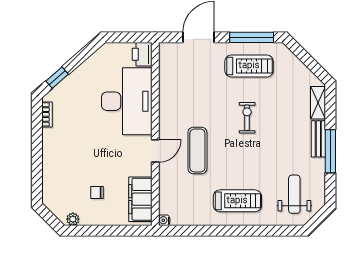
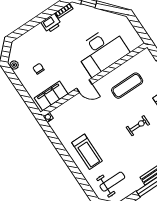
printer: (142, 54) -> (51, 23), moved, turned 180
exercise mat: (197, 151) -> (127, 86), moved

